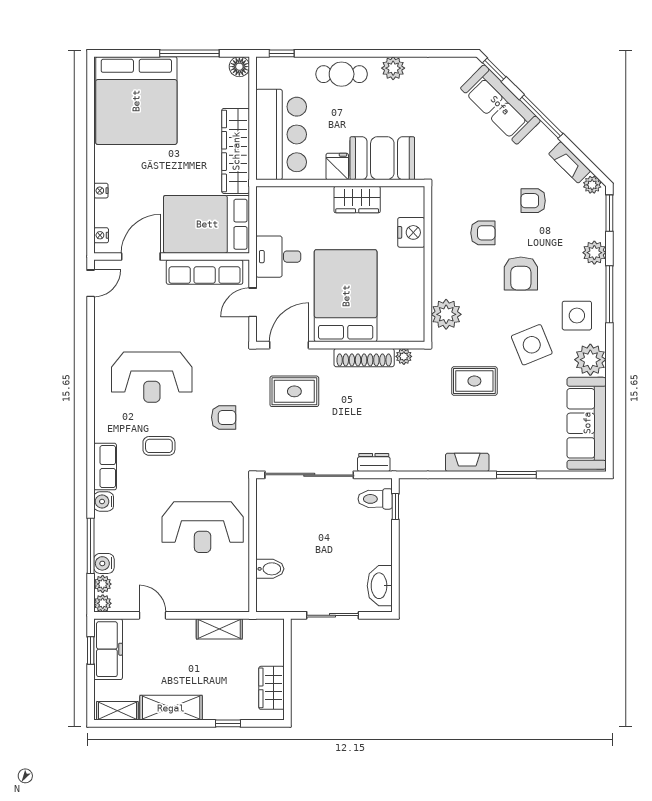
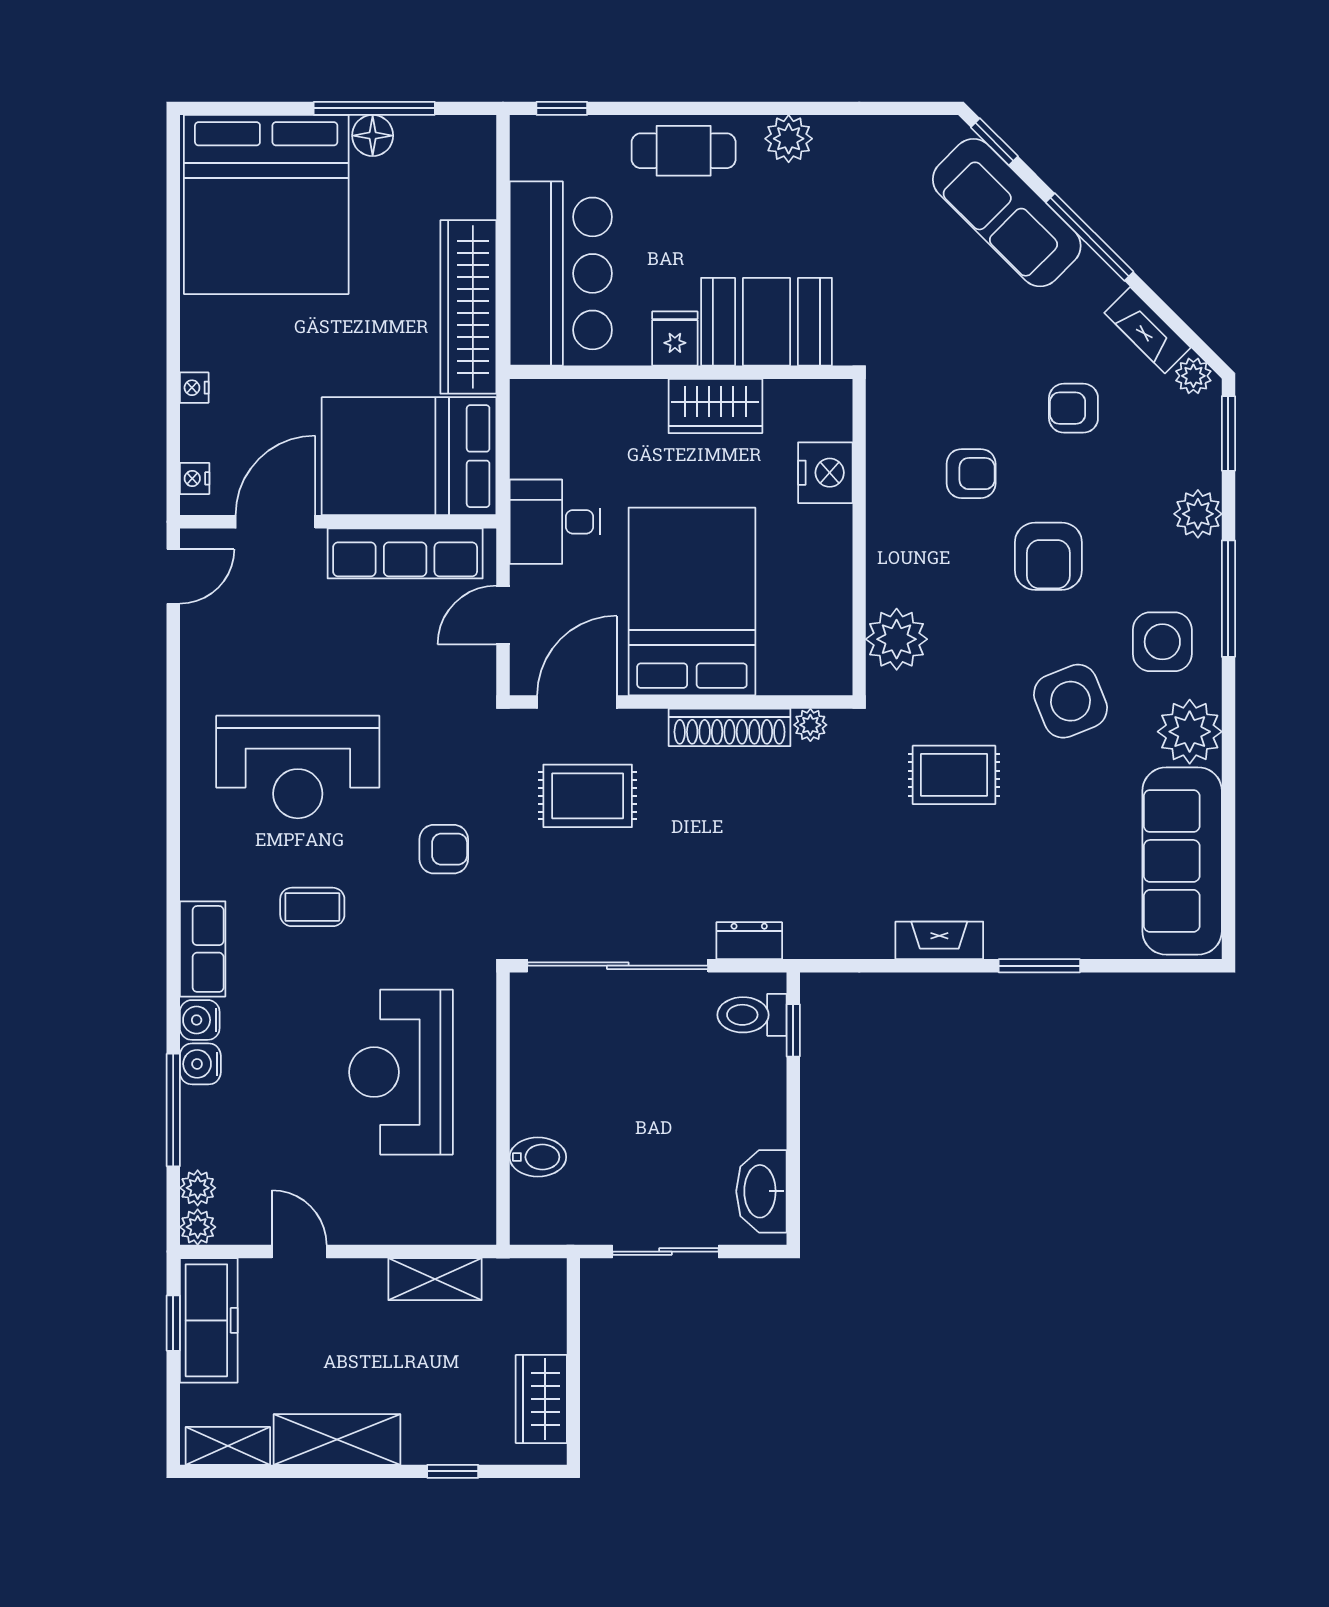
floor lamp: (239, 67) -> (373, 136), moved
reception desk: (203, 527) -> (401, 1072), turned 90
water cooler: (104, 563) -> (200, 1064), moved

